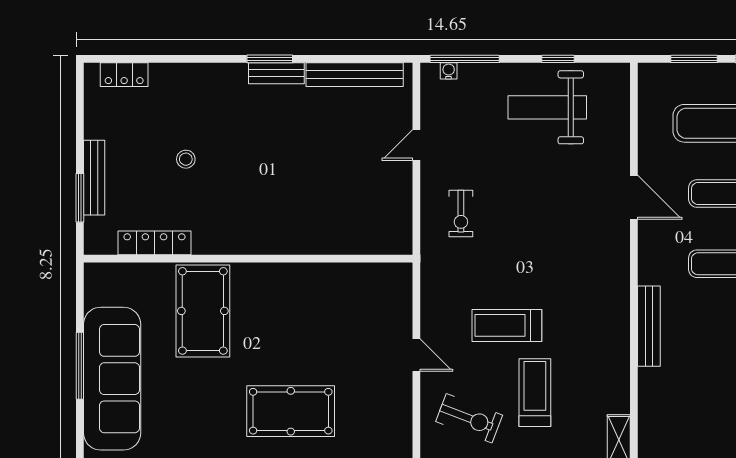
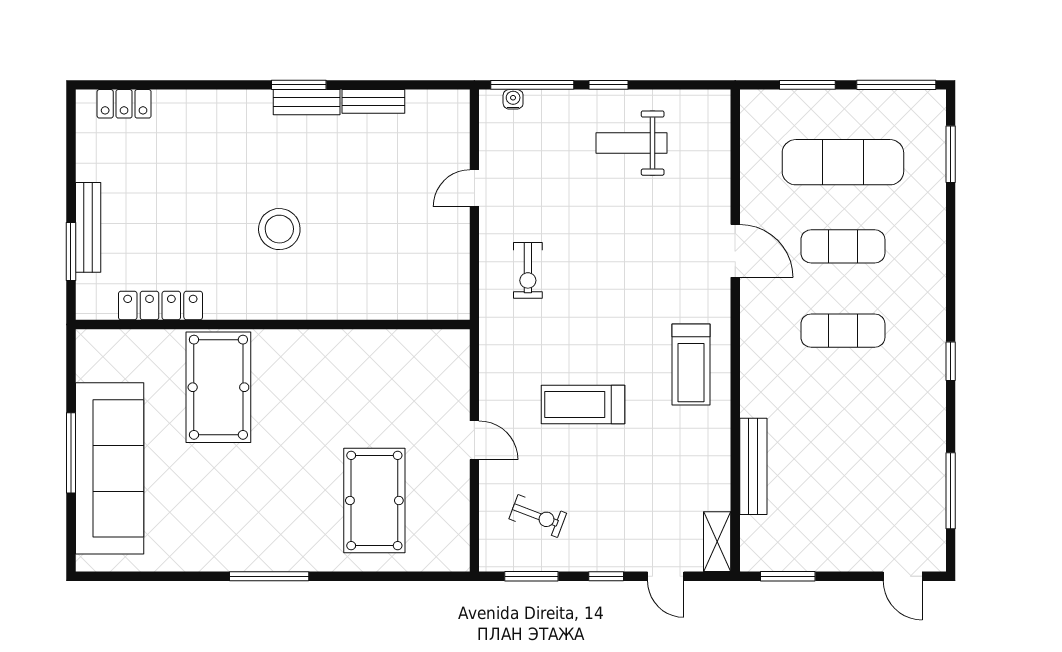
window: (558, 59) -> (608, 85), moved
bench: (355, 75) -> (373, 101), width x0.54, depth x0.82
weight bench: (547, 107) -> (631, 143), width x0.73, depth x0.75
stool: (186, 159) -> (279, 229), moved, width x1.89, depth x1.89
bench: (649, 326) -> (753, 466), moved
treadmill: (535, 393) -> (691, 365), moved, turned 180
pool table: (291, 411) -> (374, 500), moved, turned 90
exercise bike: (469, 418) -> (538, 516), width x0.73, depth x0.72

